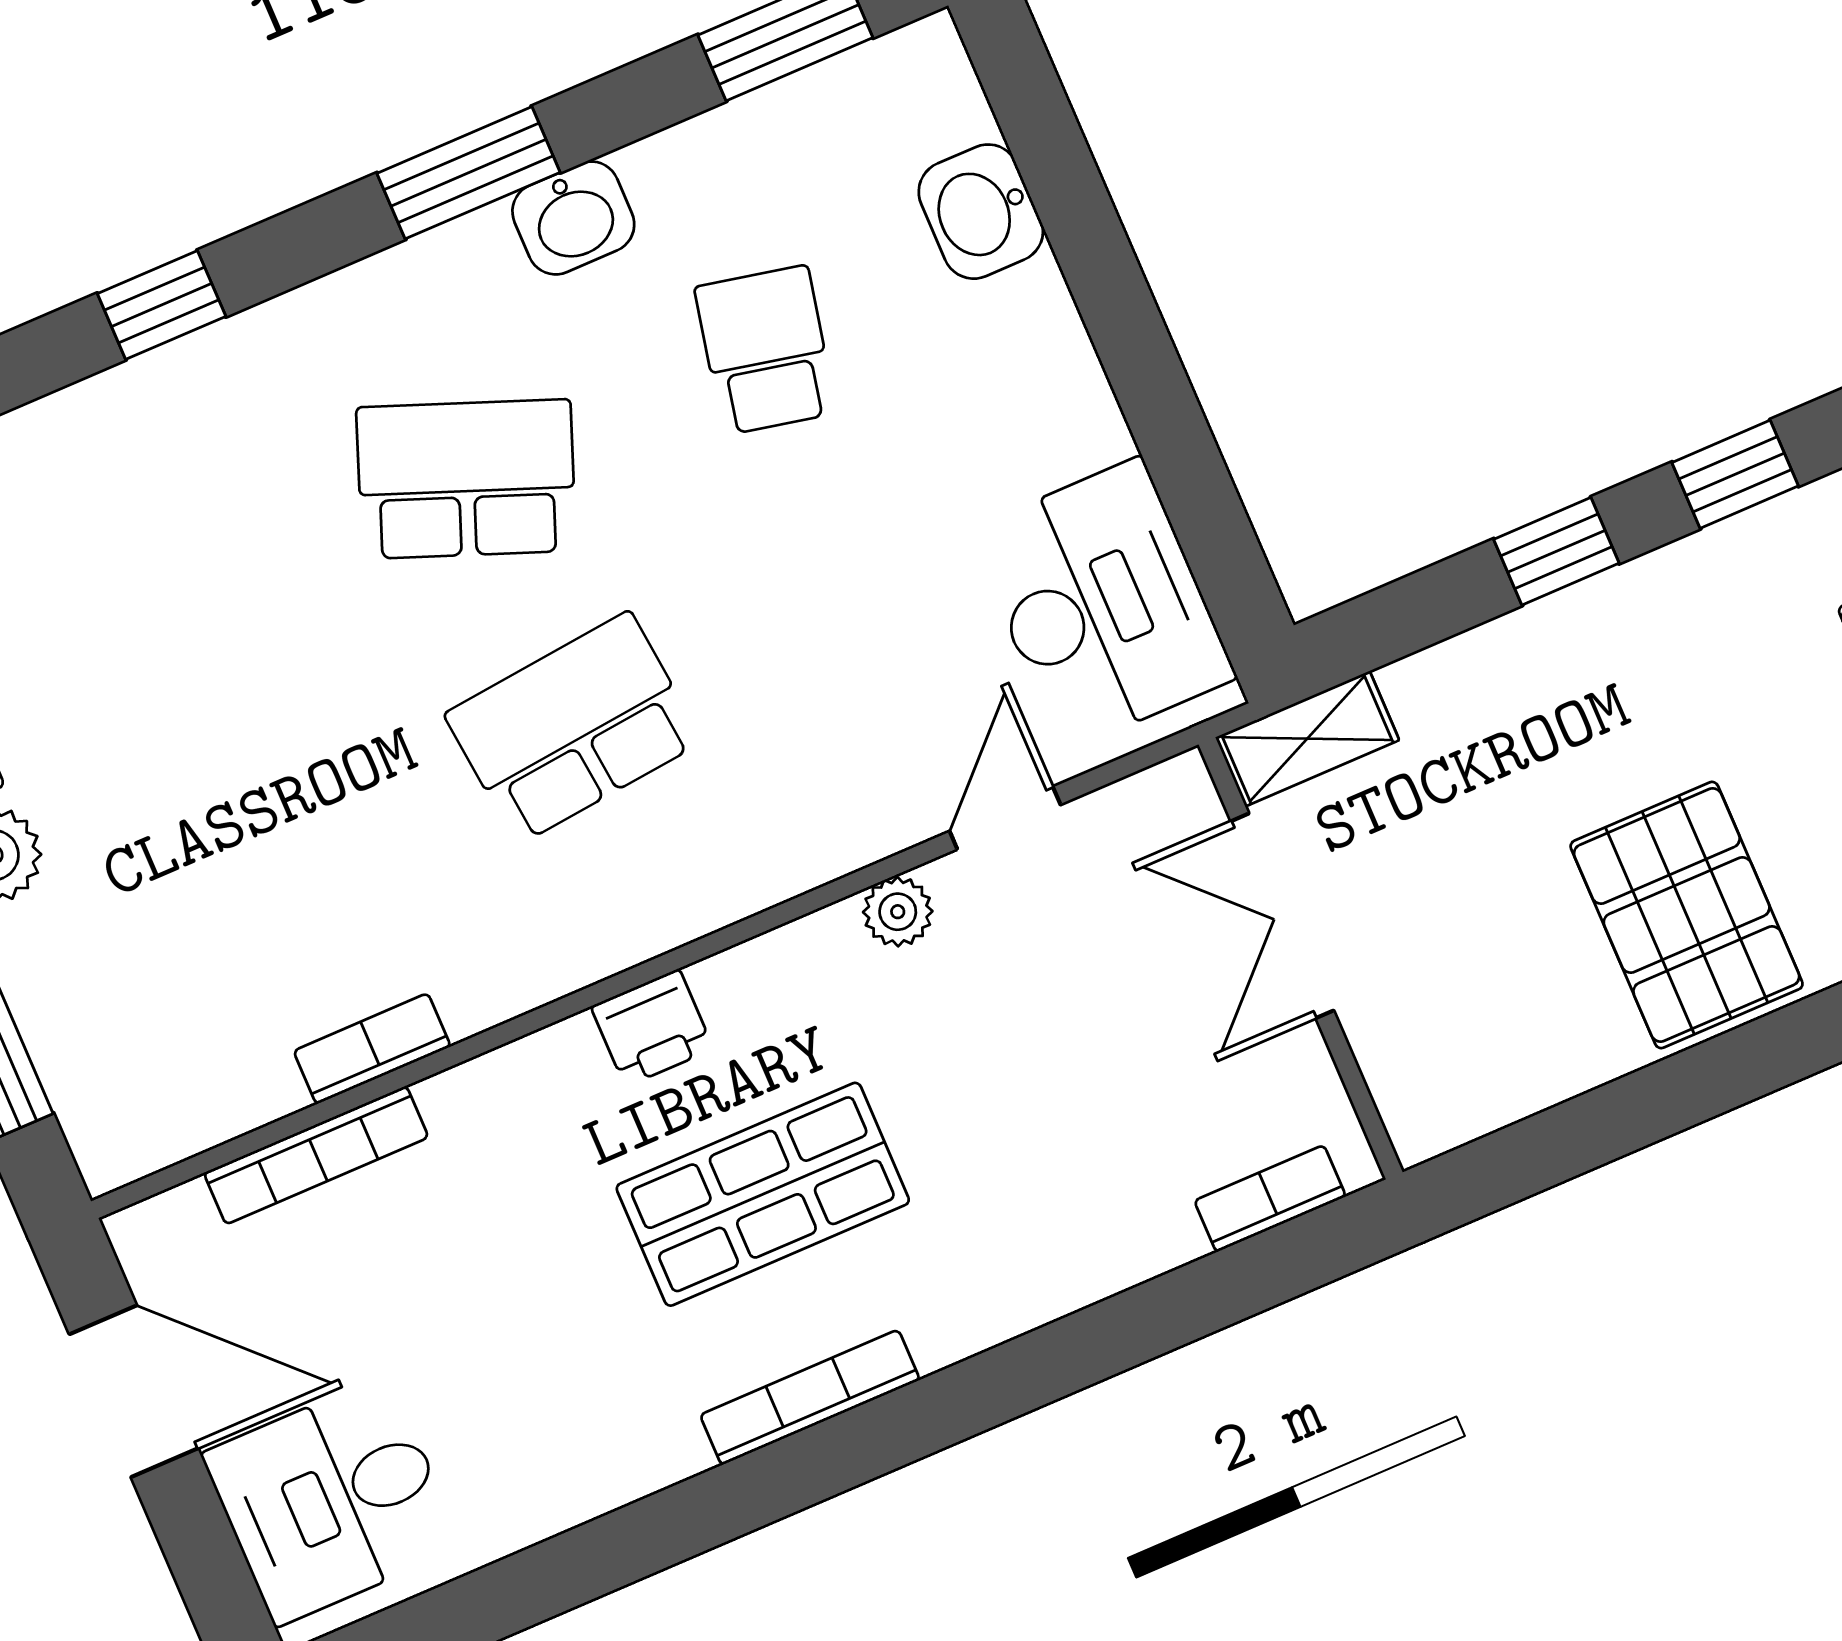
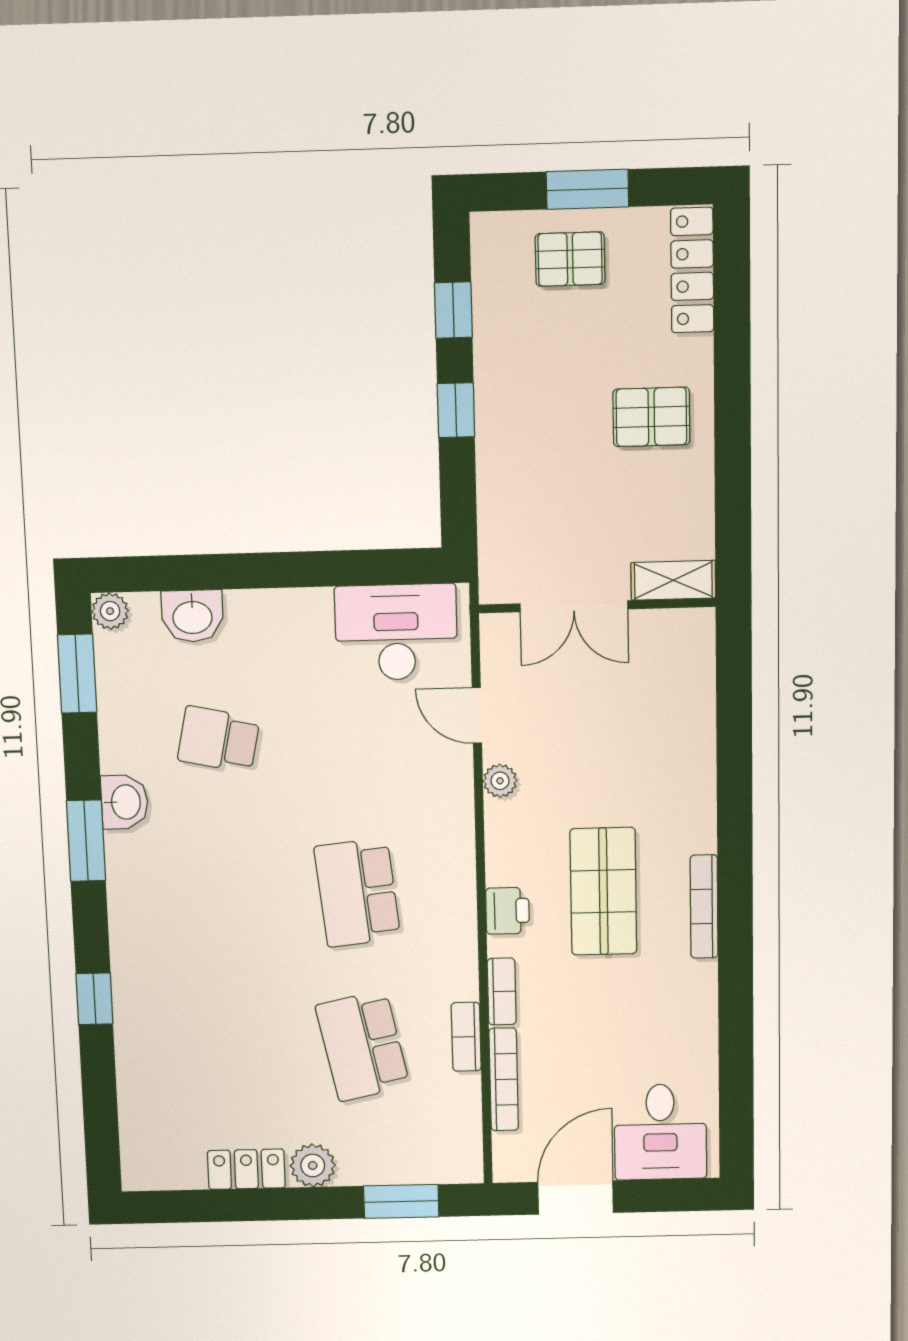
plant: (929, 54) -> (110, 611), added
school desk: (466, 479) -> (362, 1046), moved, turned -33
shelving: (1307, 739) -> (673, 580), moved, turned 90
pallet: (1687, 915) -> (651, 417), width x0.67, depth x0.71
bookcase: (1270, 1199) -> (502, 992), moved, turned 180

